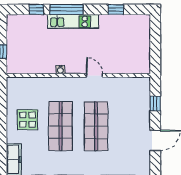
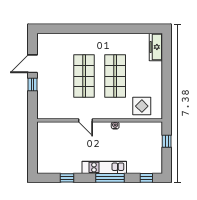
window: (36, 9) -> (146, 178), moved
window: (155, 104) -> (33, 85), moved
display table: (27, 120) -> (142, 106), moved

